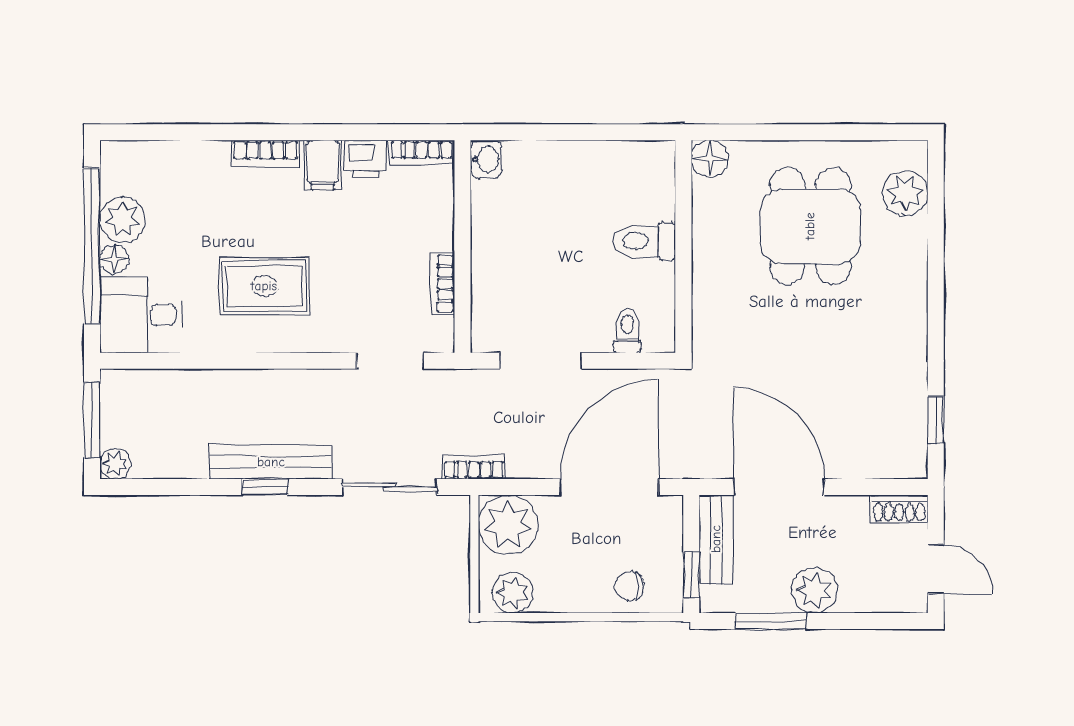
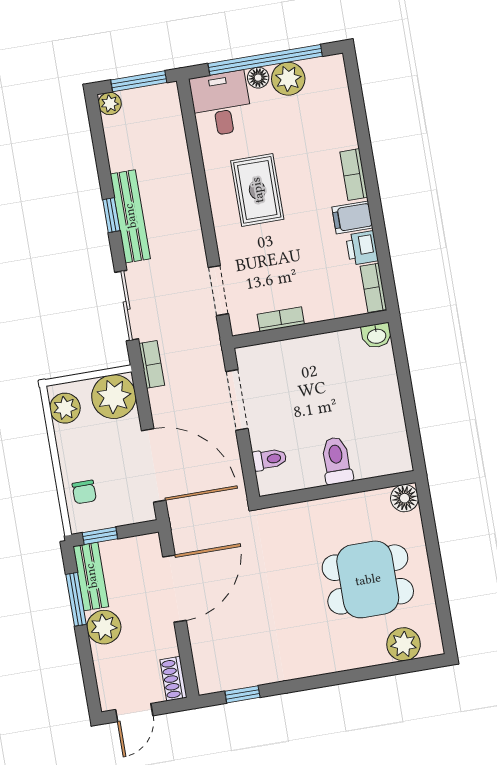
bench: (716, 539) -> (91, 576), moved, turned 90
chair: (629, 586) -> (84, 492), turned 180

